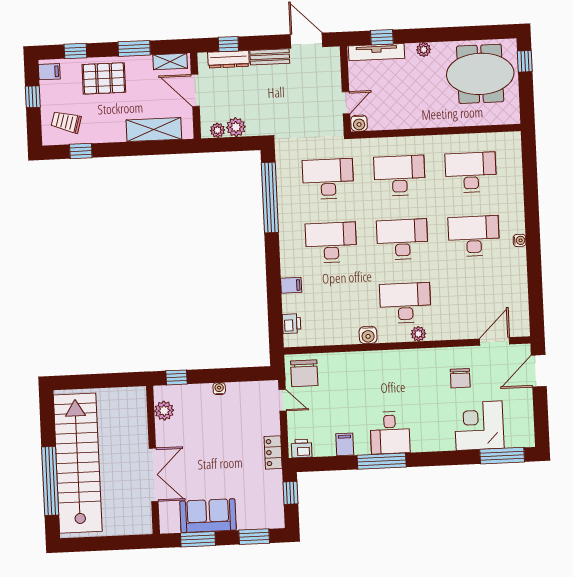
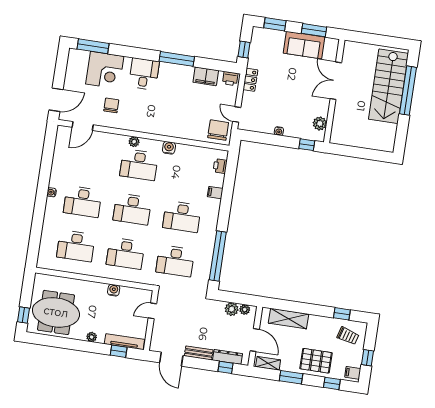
water cooler: (359, 123) -> (114, 290), moved
desk: (390, 433) -> (144, 74), moved
filing cabinet: (345, 444) -> (206, 76), width x2.00
stairs: (78, 463) -> (388, 86), width x0.73

